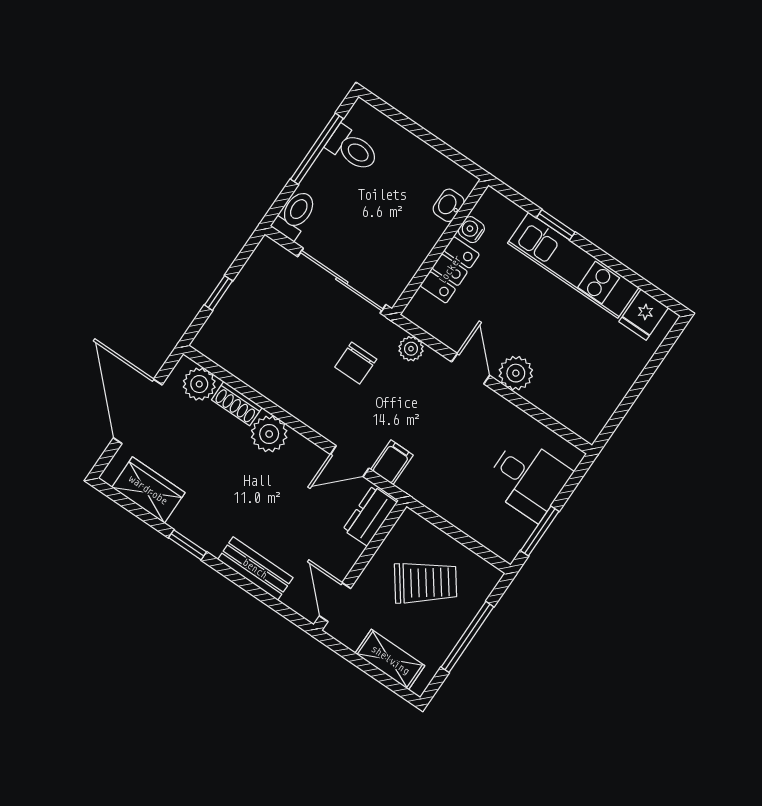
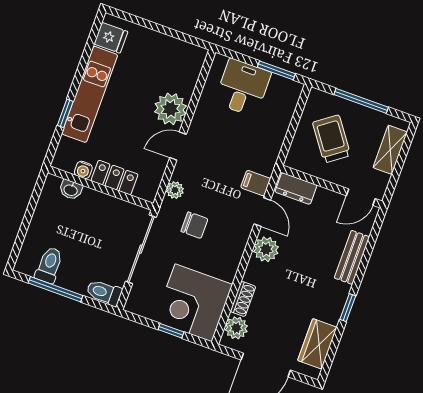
corner desk: (249, 334) -> (193, 303), added
plant: (516, 373) -> (170, 109), width x1.36, depth x1.36
plant: (269, 434) -> (266, 249), moved

